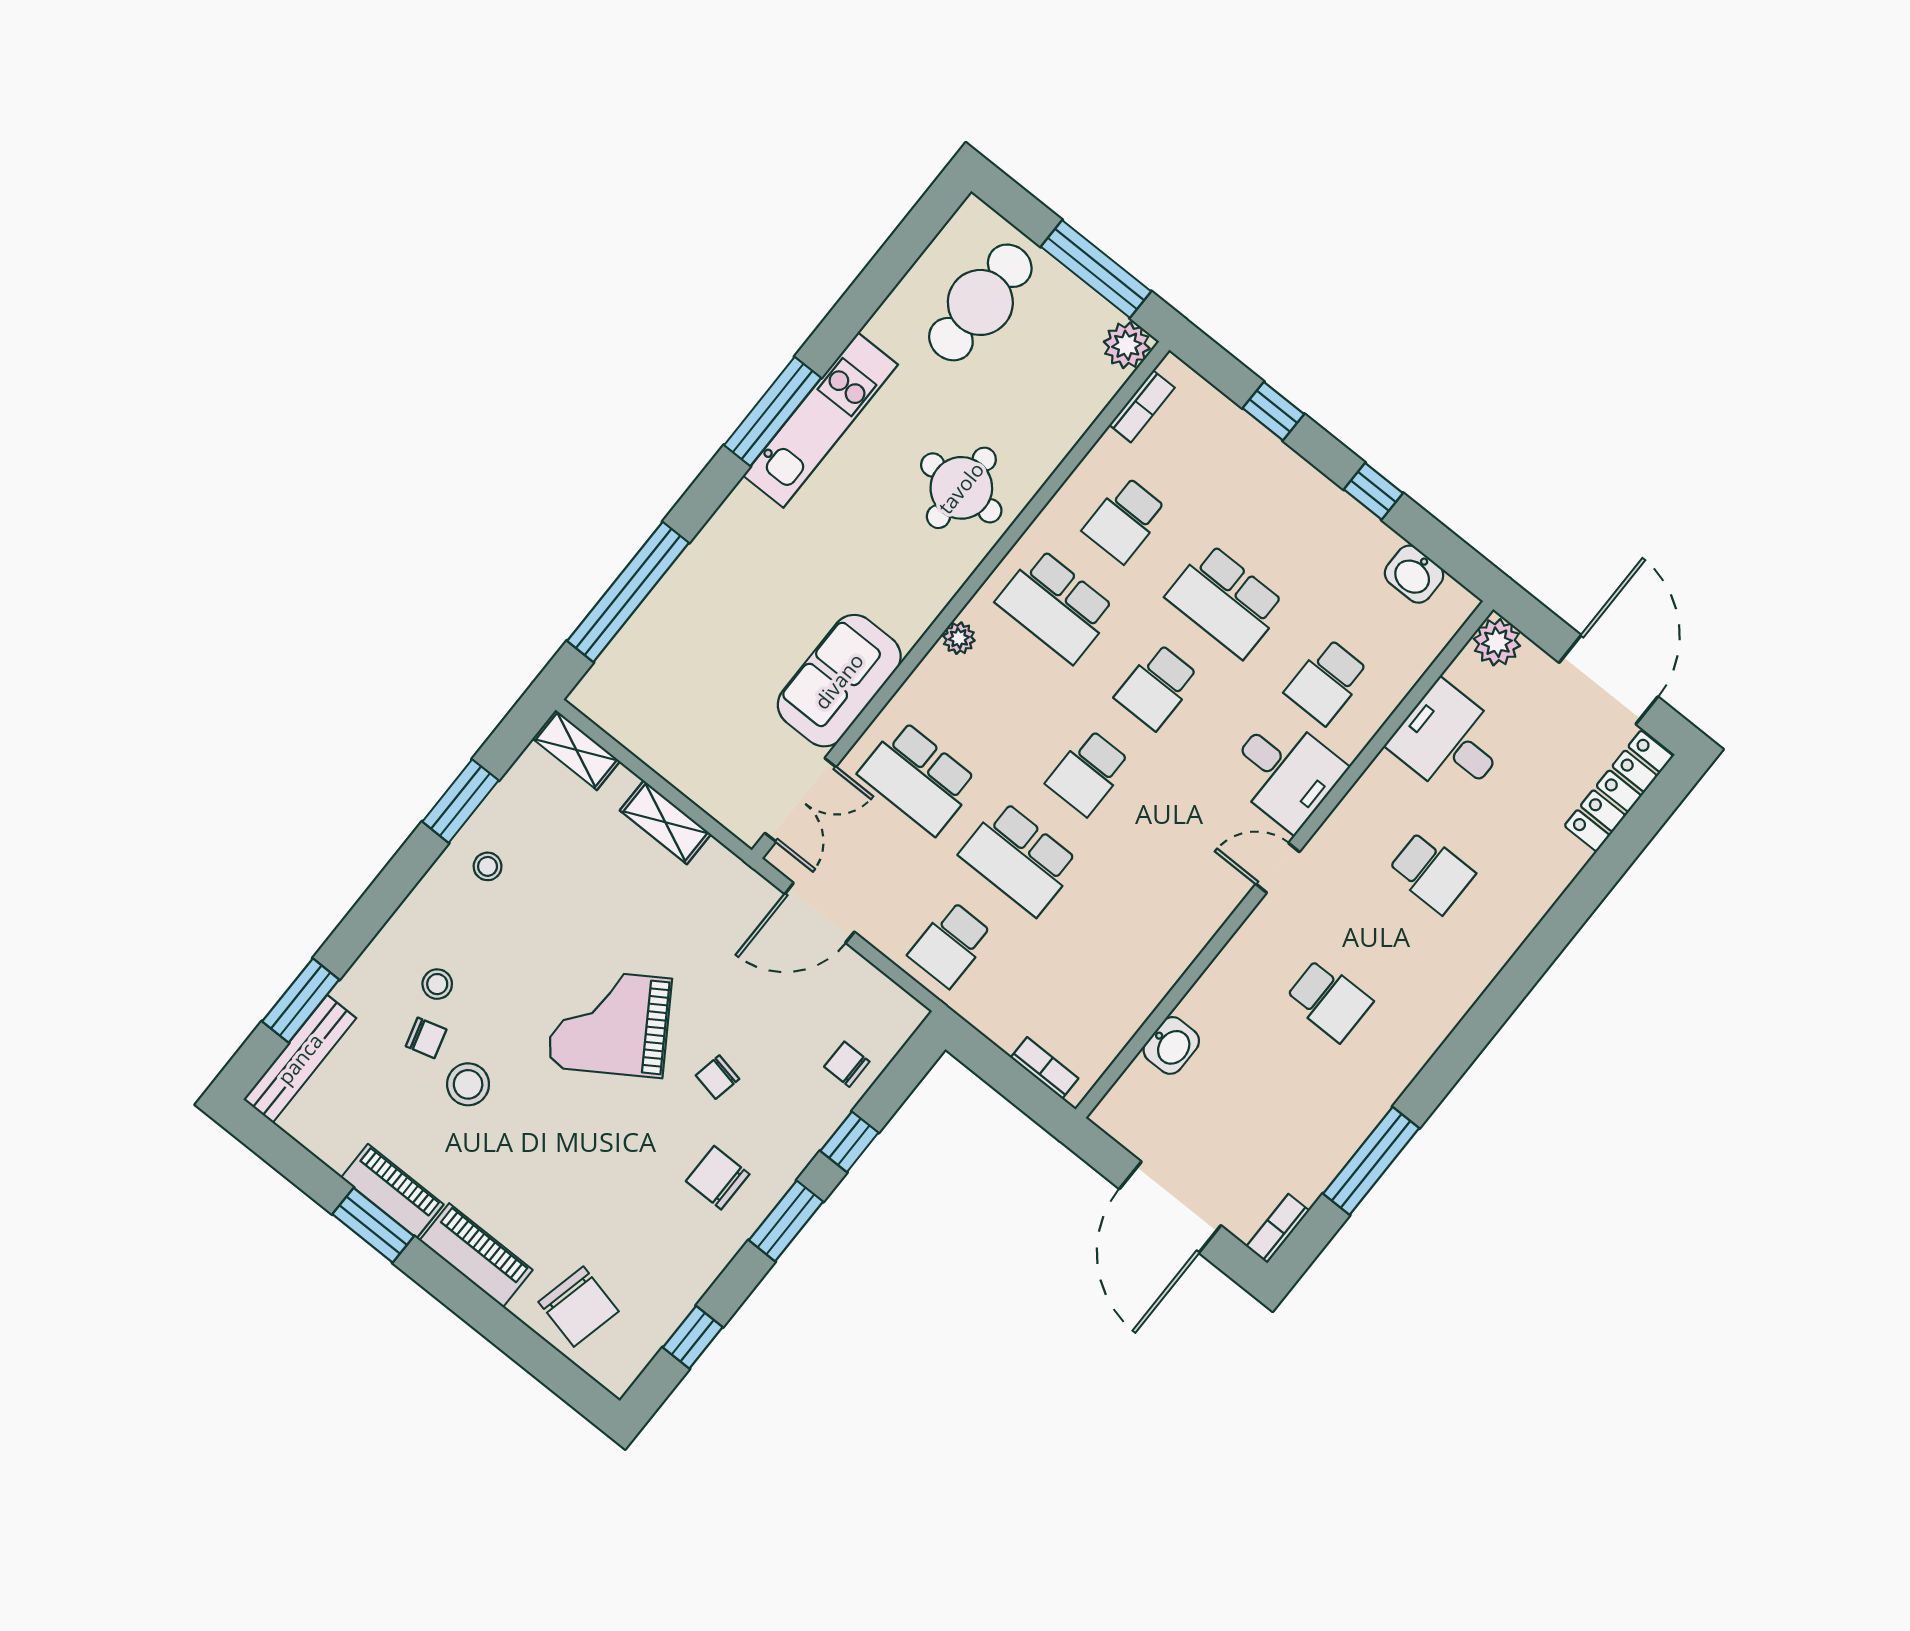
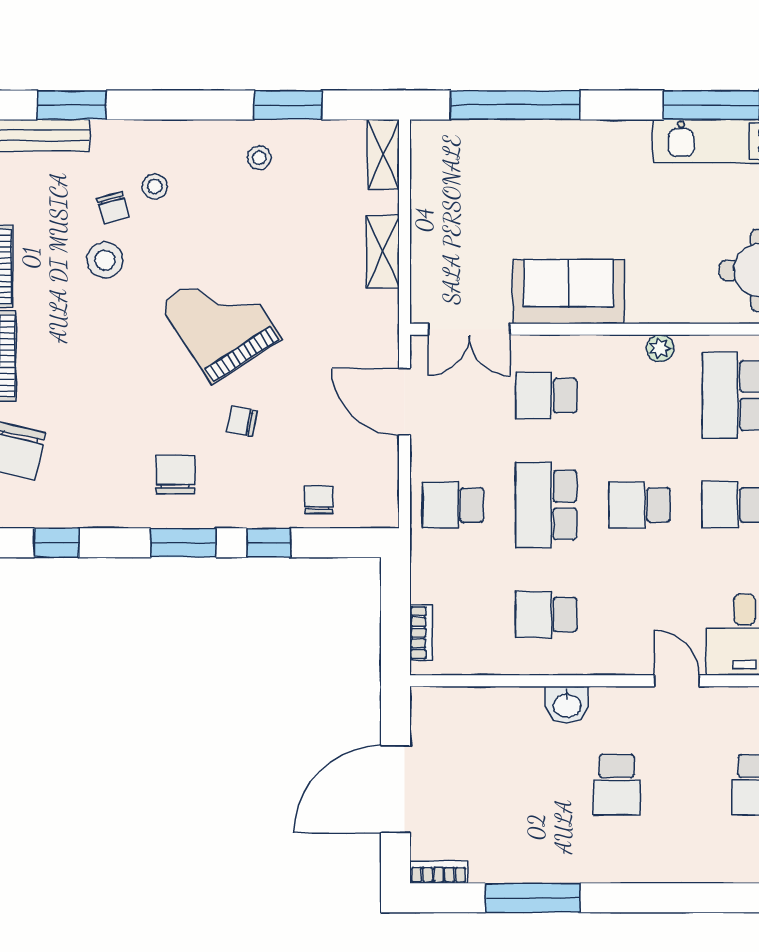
school desk: (918, 778) -> (546, 395), width x0.54
school desk: (1120, 939) -> (546, 615), added
washbasin: (1171, 1045) -> (567, 705), moved

